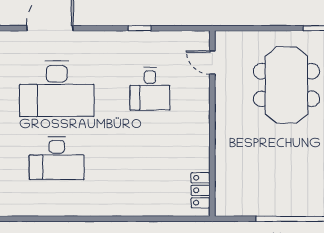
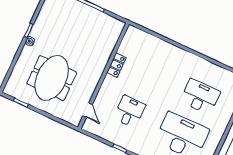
locker: (201, 190) -> (117, 65), moved

